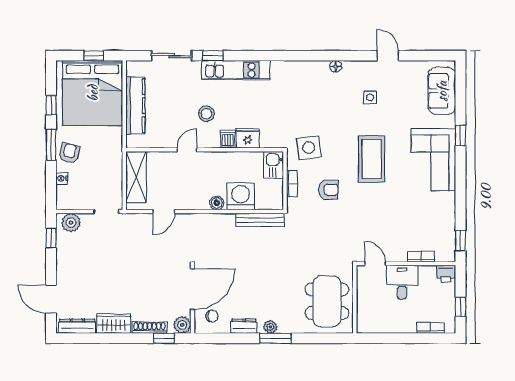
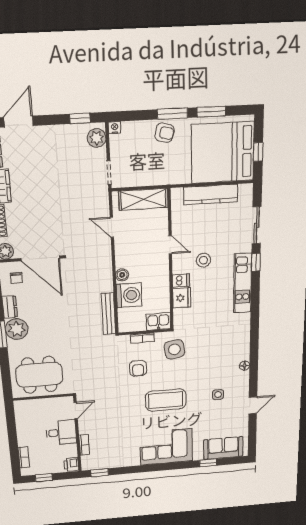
window: (51, 105) -> (211, 112), width x1.50
window: (460, 135) -> (208, 463), moved
nightstand: (62, 178) -> (115, 128), moved
plant: (270, 327) -> (17, 329), width x1.88, depth x1.88

